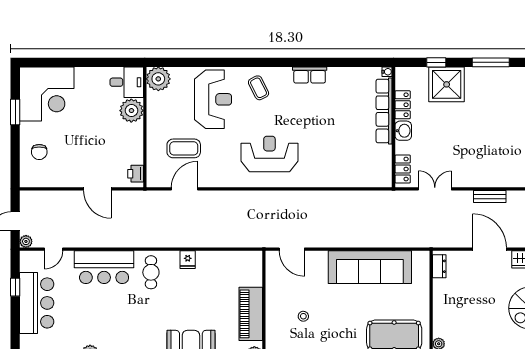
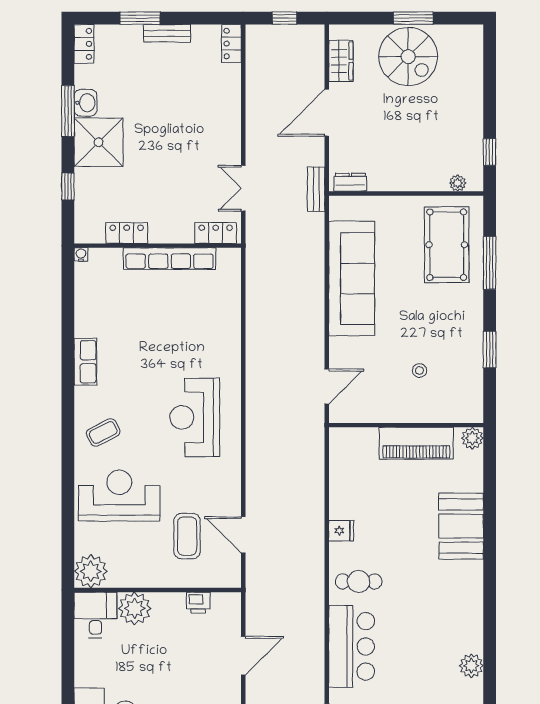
shower: (447, 84) -> (99, 142), moved
row of seats: (384, 111) -> (170, 259), moved
washbasin: (403, 131) -> (86, 103), moved, turned 90
printer: (136, 174) -> (198, 603), moved
bench: (490, 197) -> (316, 189), moved

